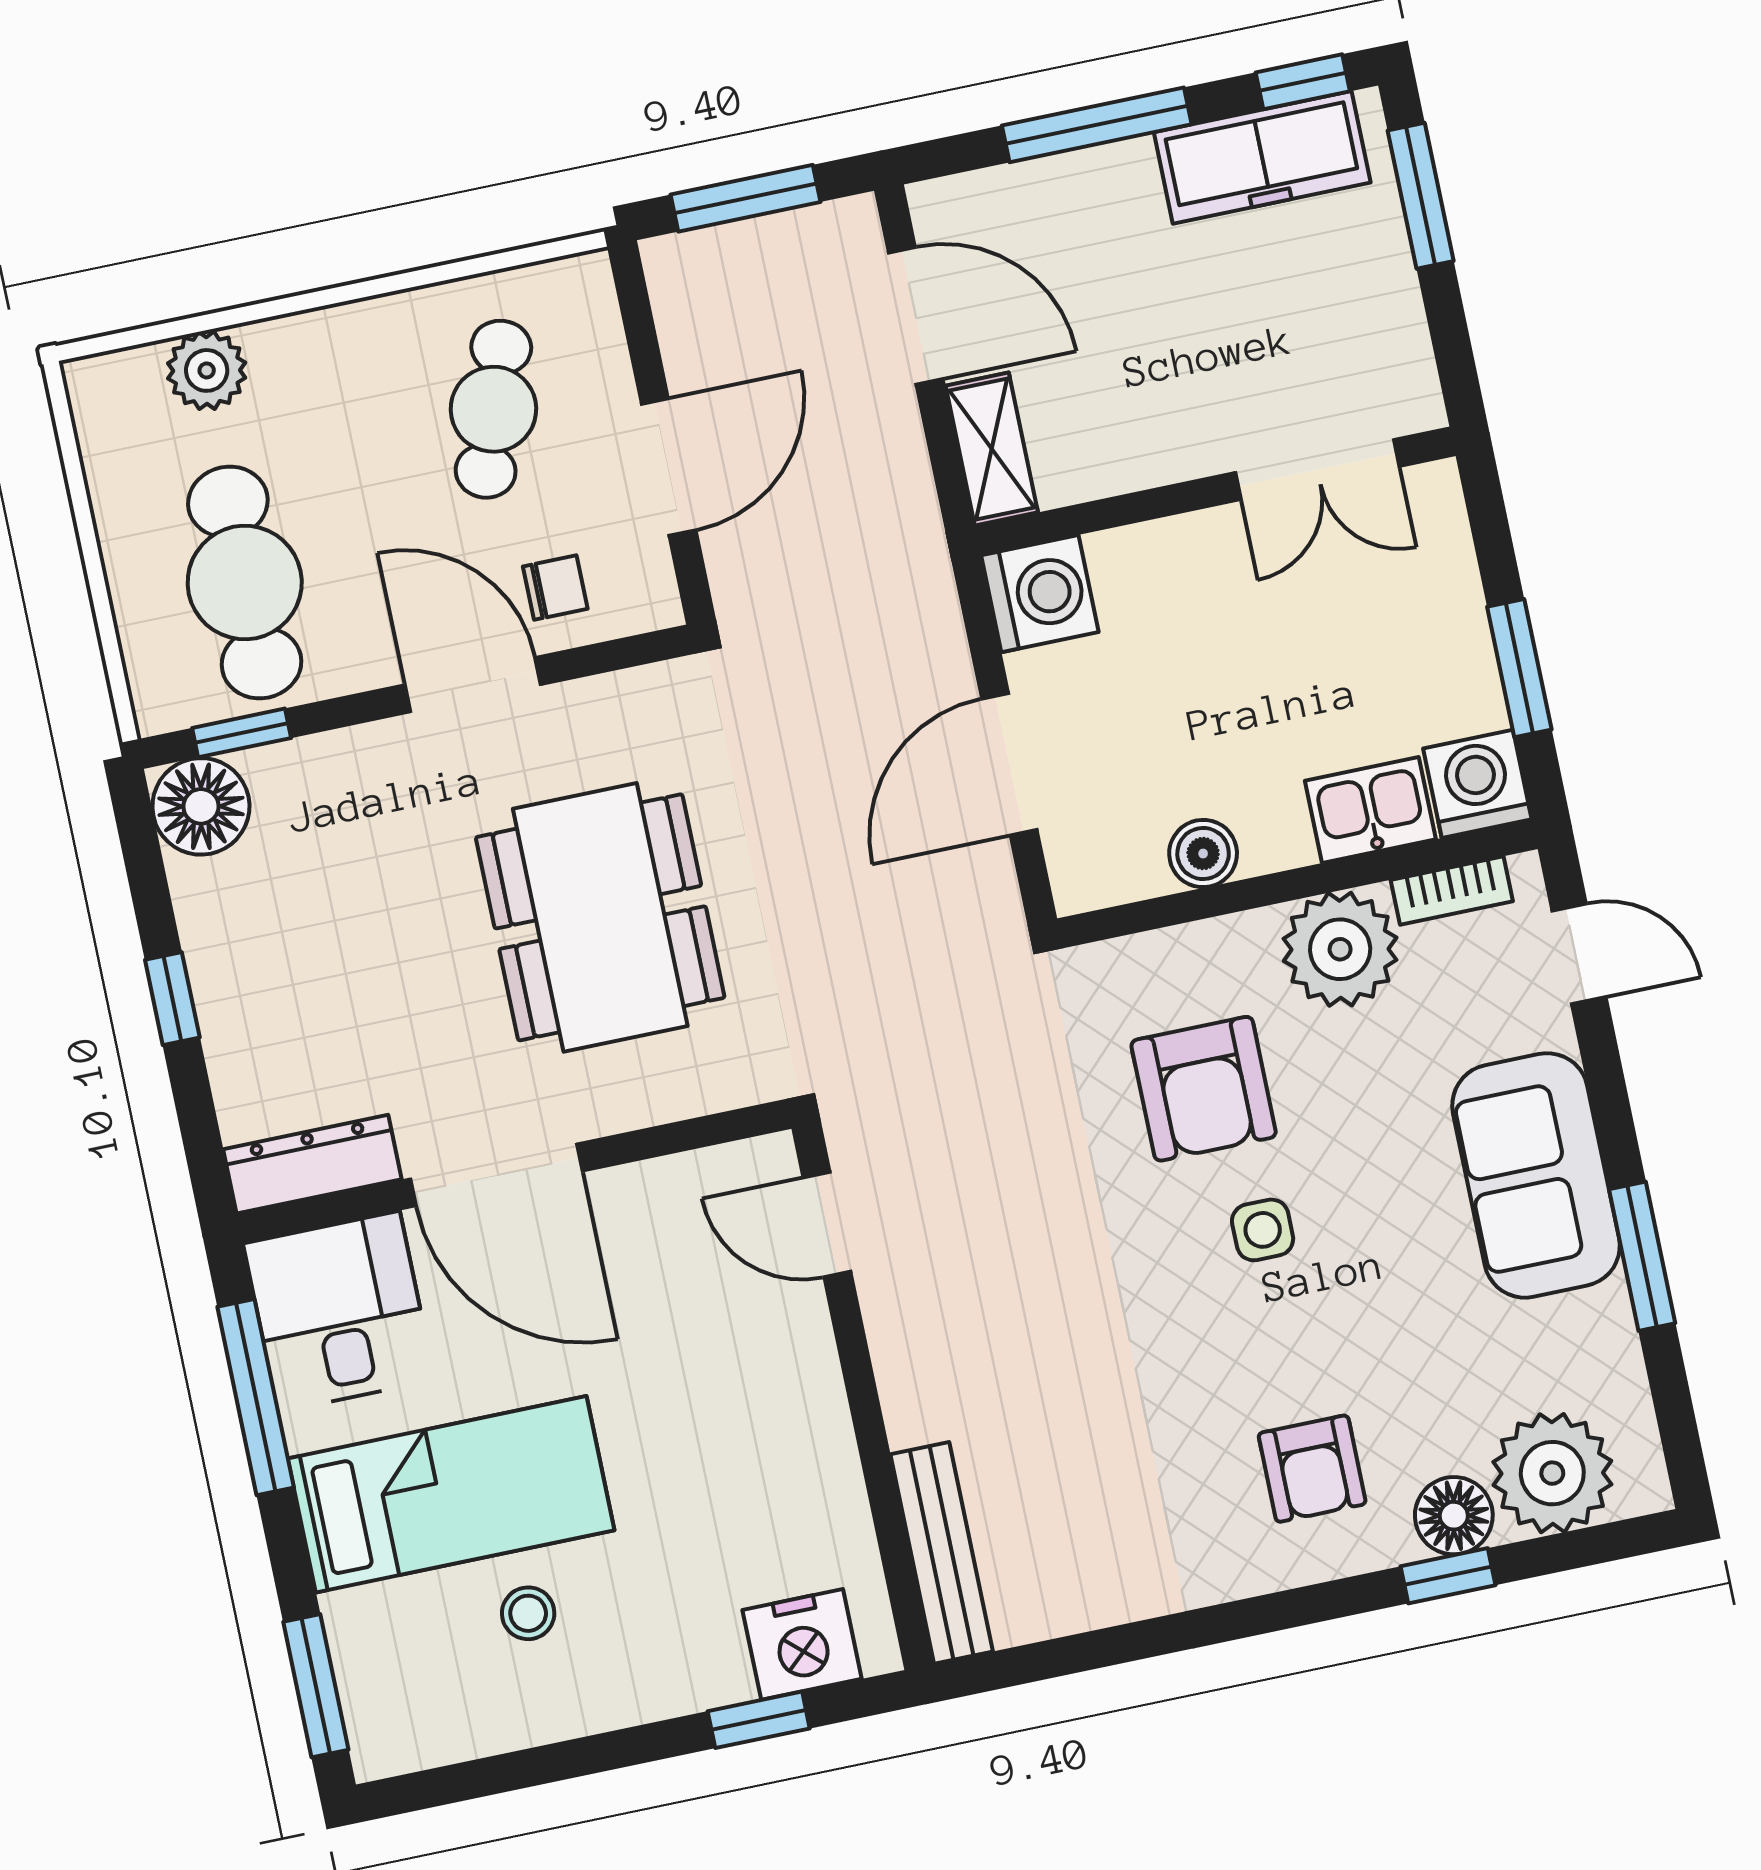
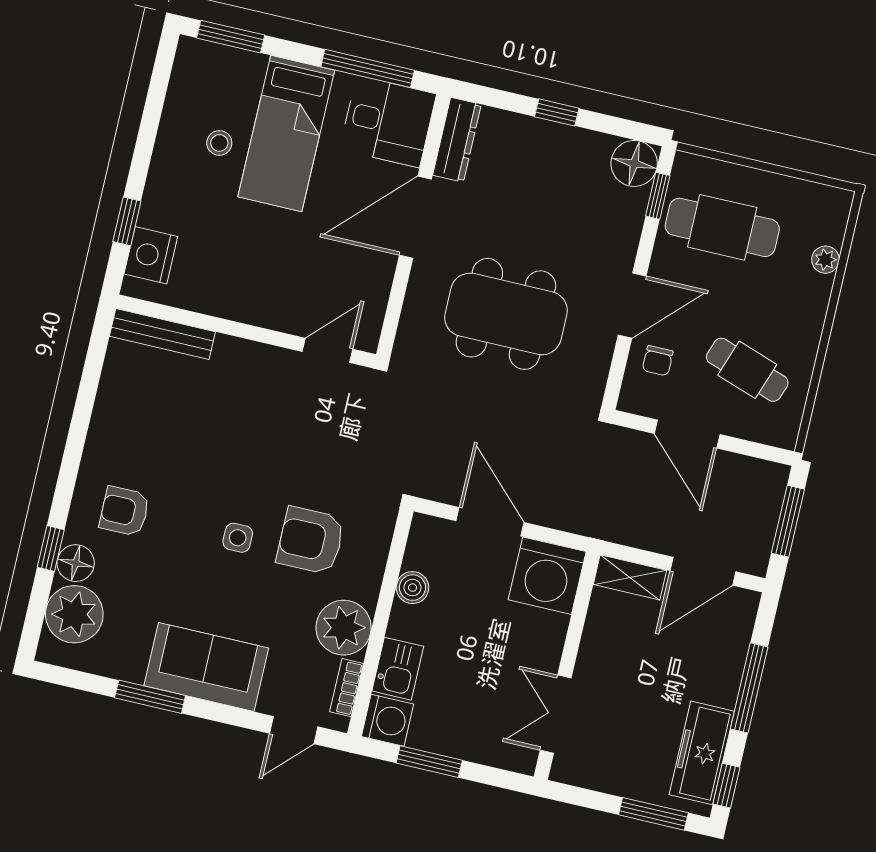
plant: (207, 370) -> (825, 260), width x0.73, depth x0.73
washing machine: (1040, 594) -> (547, 576), width x1.37, depth x1.37

